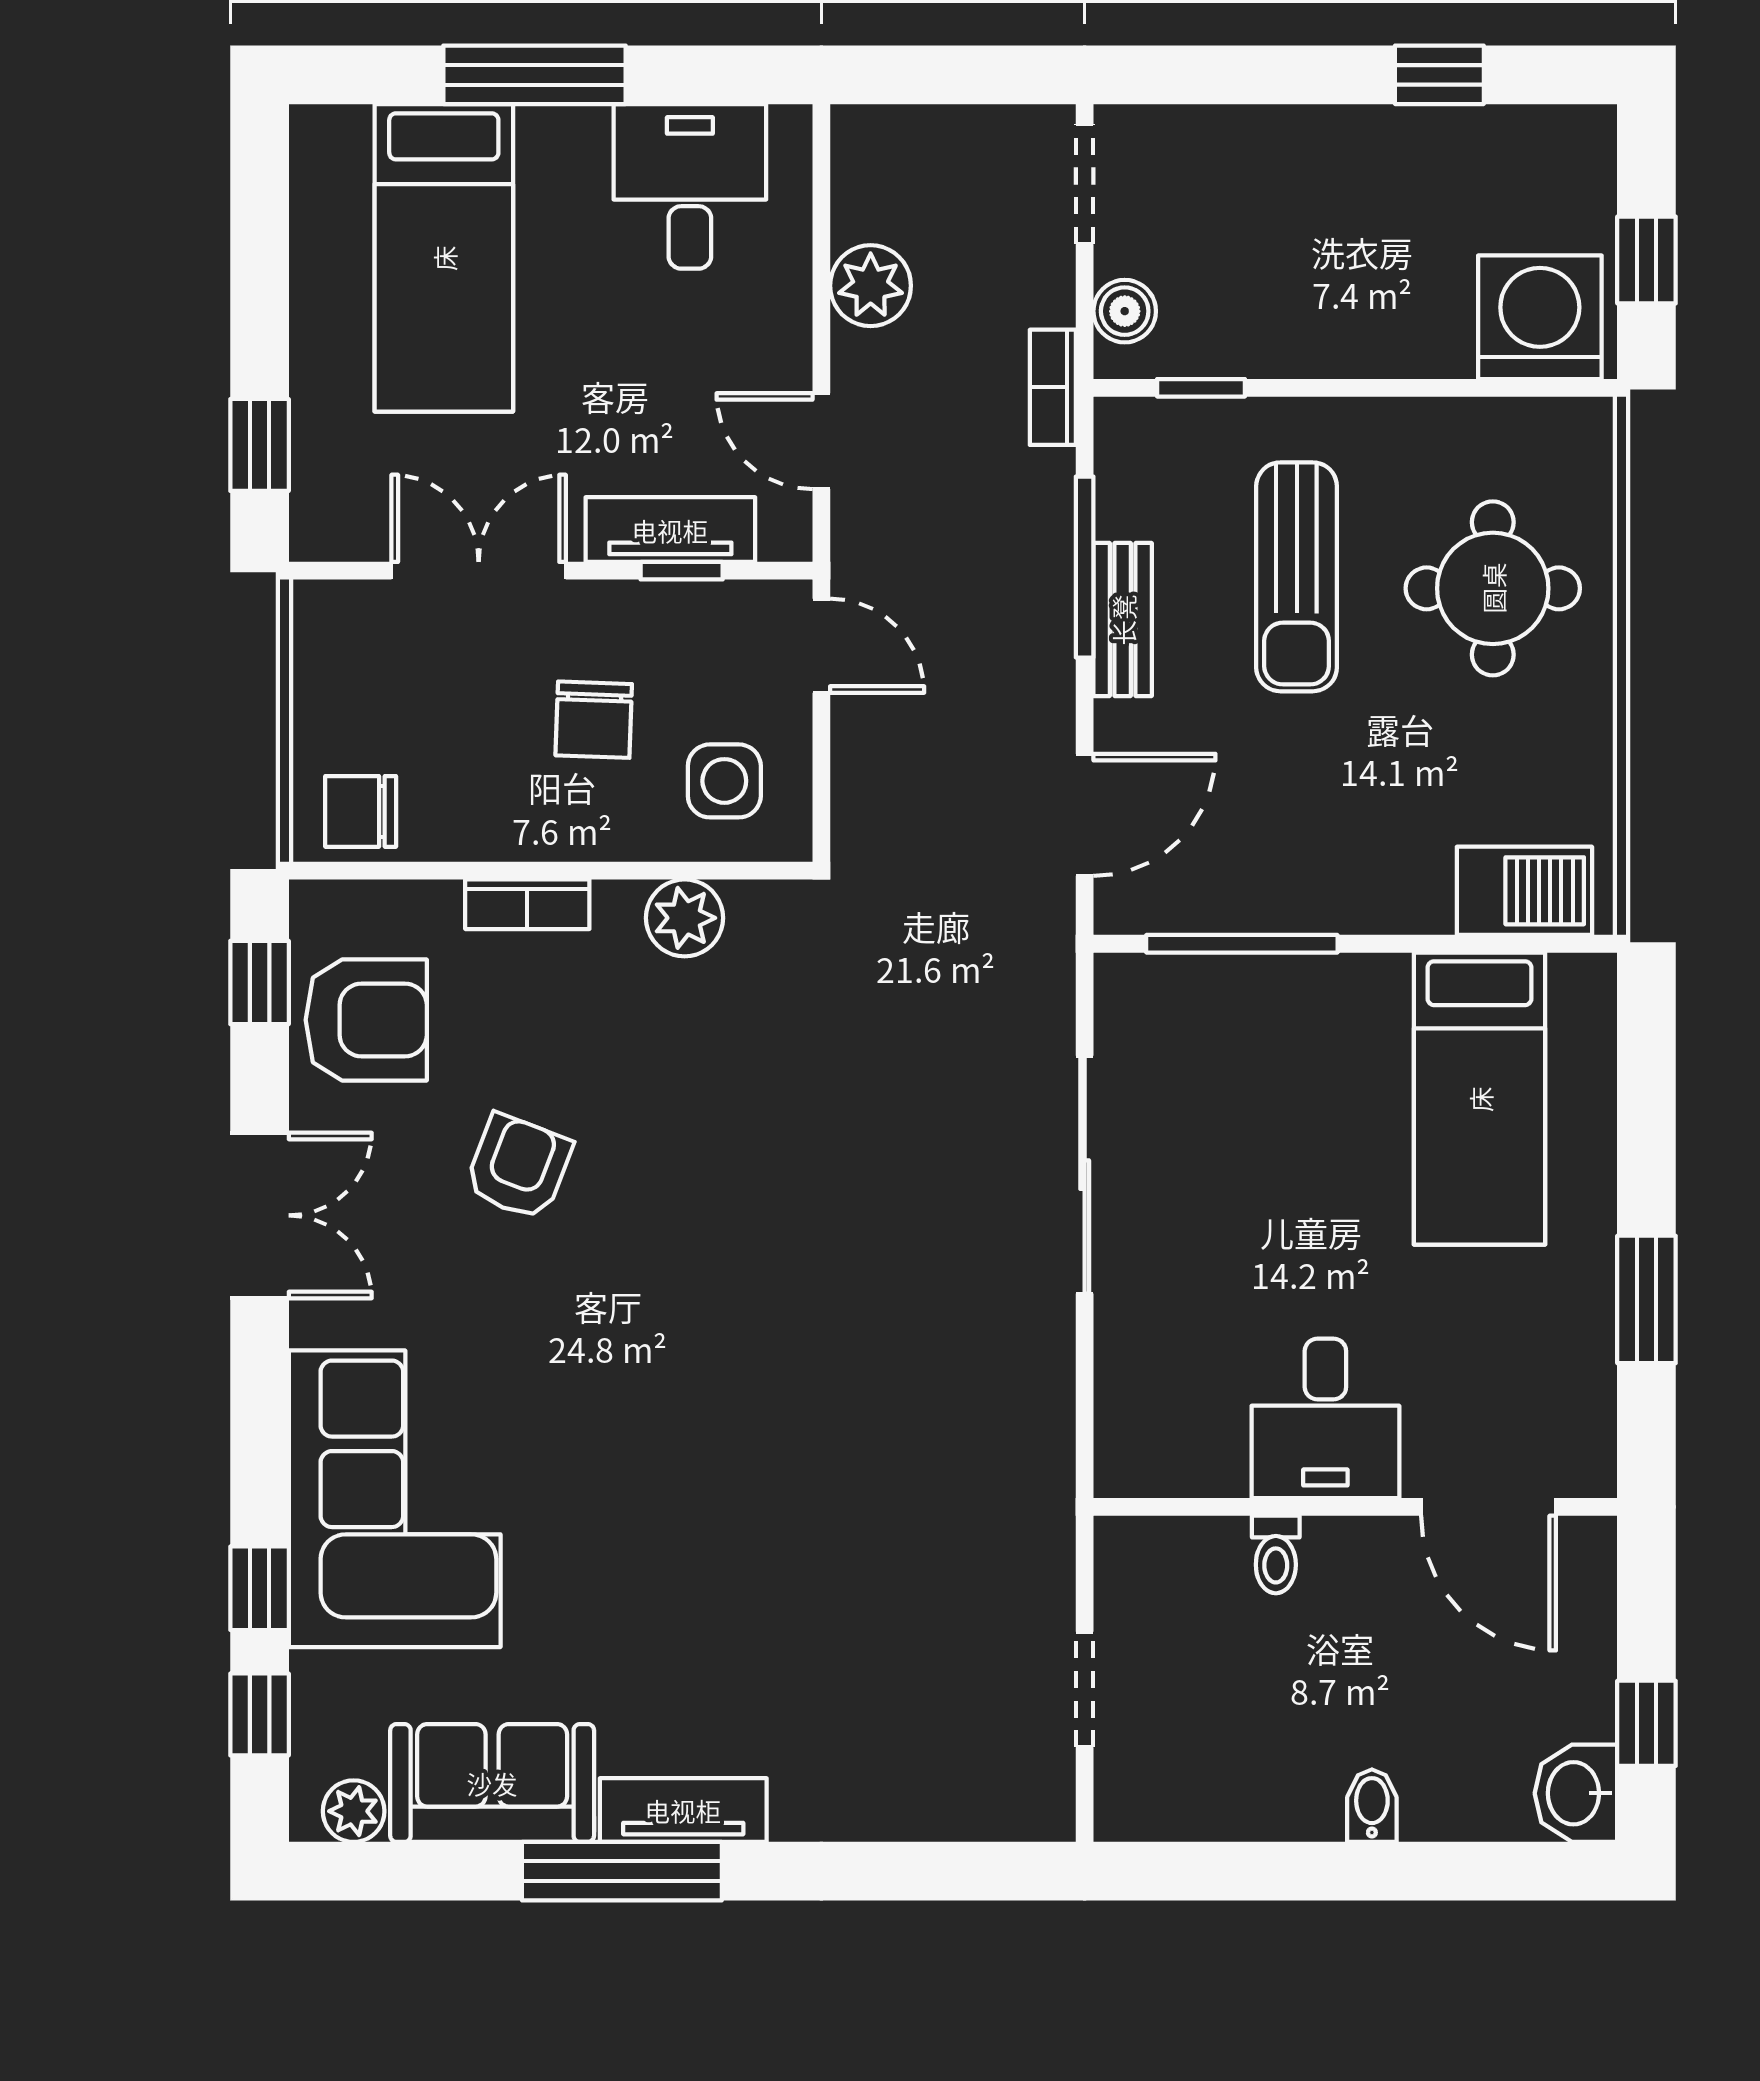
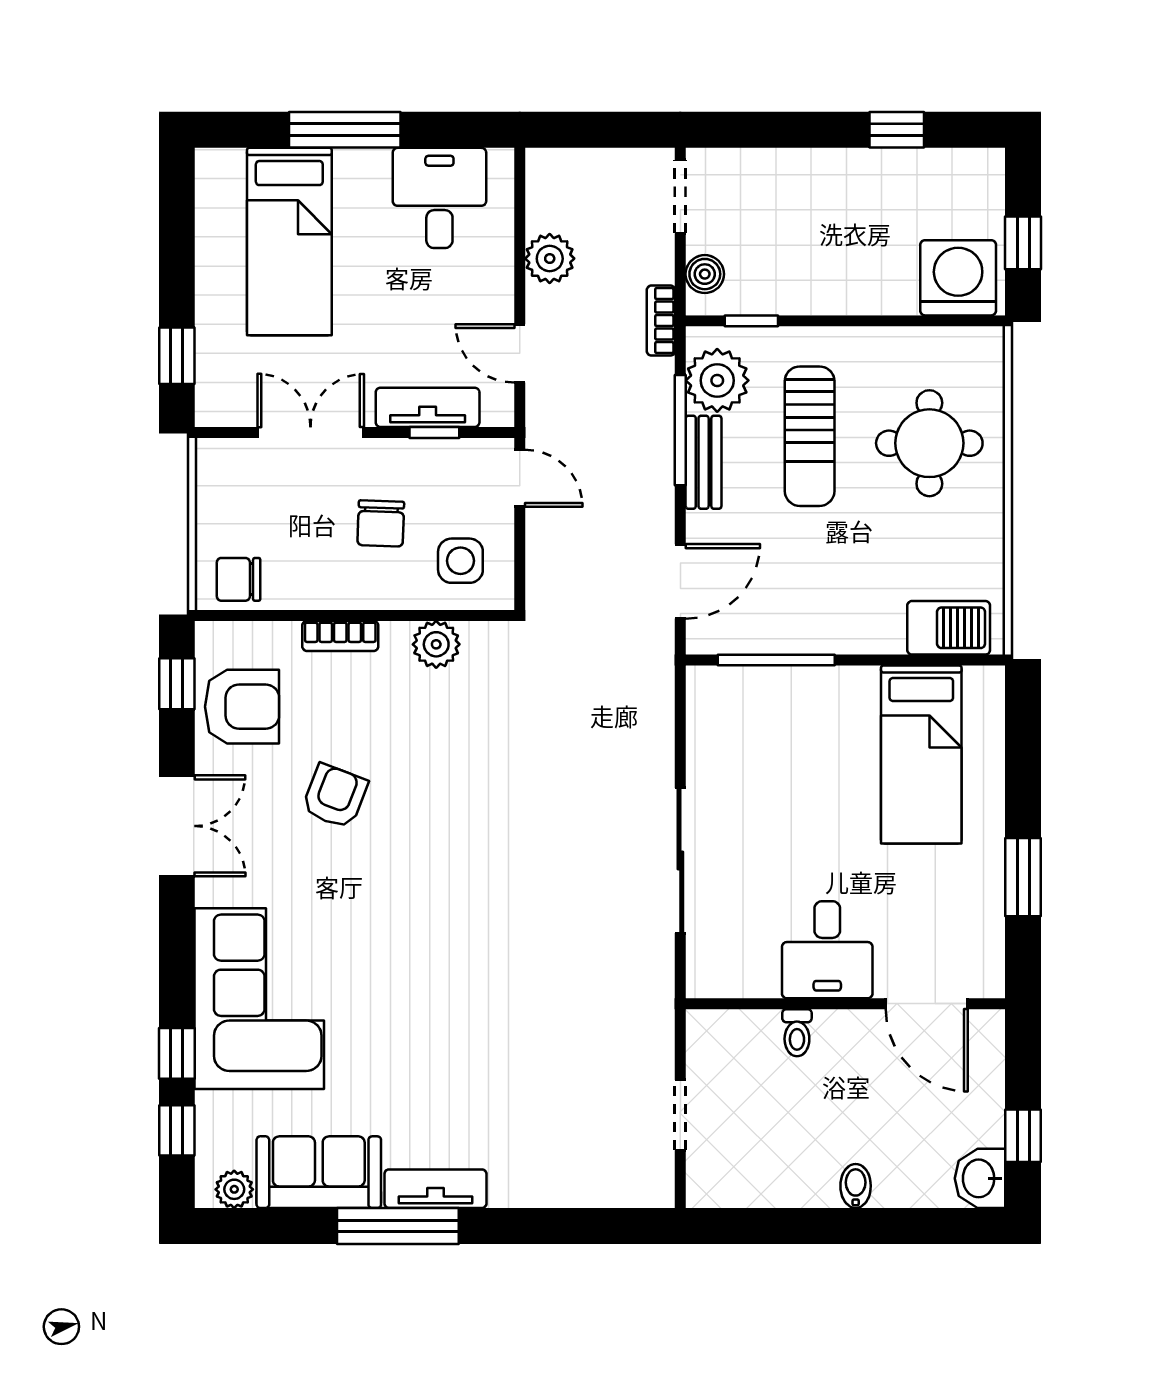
plant: (1145, 485) -> (717, 380), added
sliding door: (1085, 1175) -> (680, 861), moved

